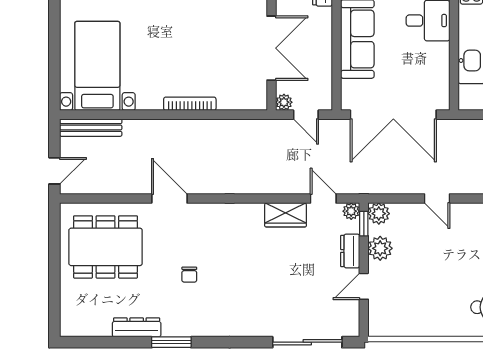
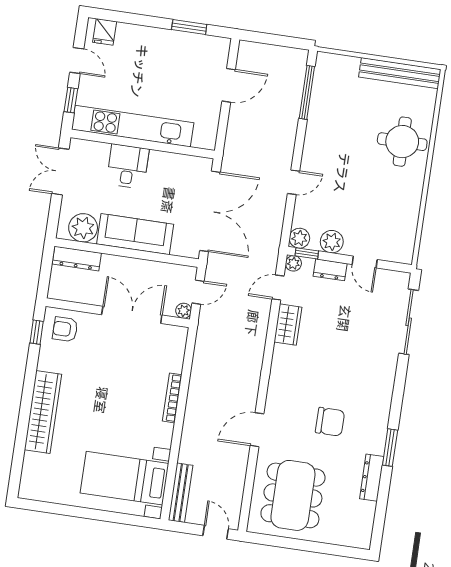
chair: (189, 275) -> (330, 422), width x1.87, depth x1.87

